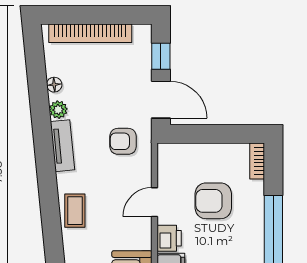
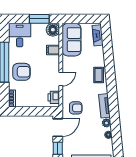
door: (161, 100) -> (58, 128), swing flipped
armchair: (213, 201) -> (21, 72), moved
printer: (169, 238) -> (54, 97), moved

